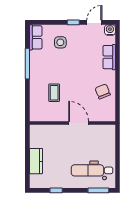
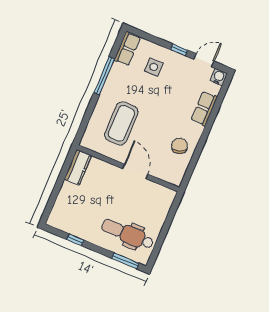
coffee table: (54, 93) -> (121, 123), width x1.86, depth x1.72
kitchen counter: (36, 161) -> (78, 167), moved

